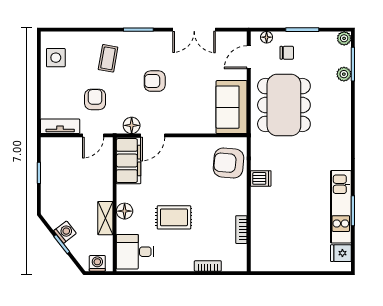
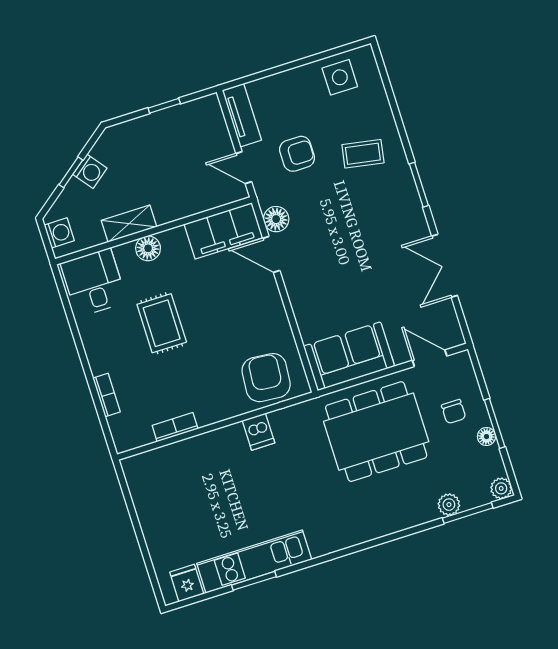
floor lamp: (267, 37) -> (486, 437), moved
armchair: (155, 81) -> (351, 232), removed

